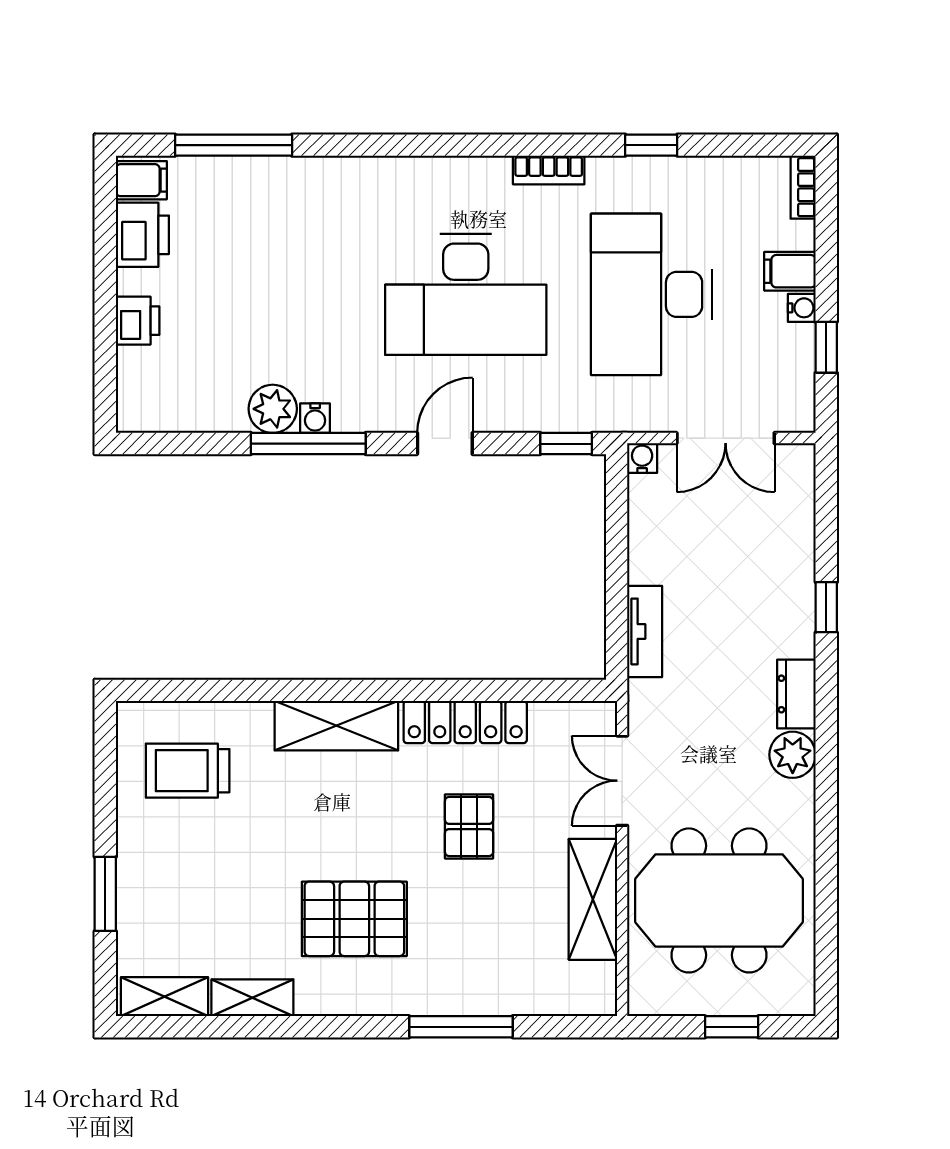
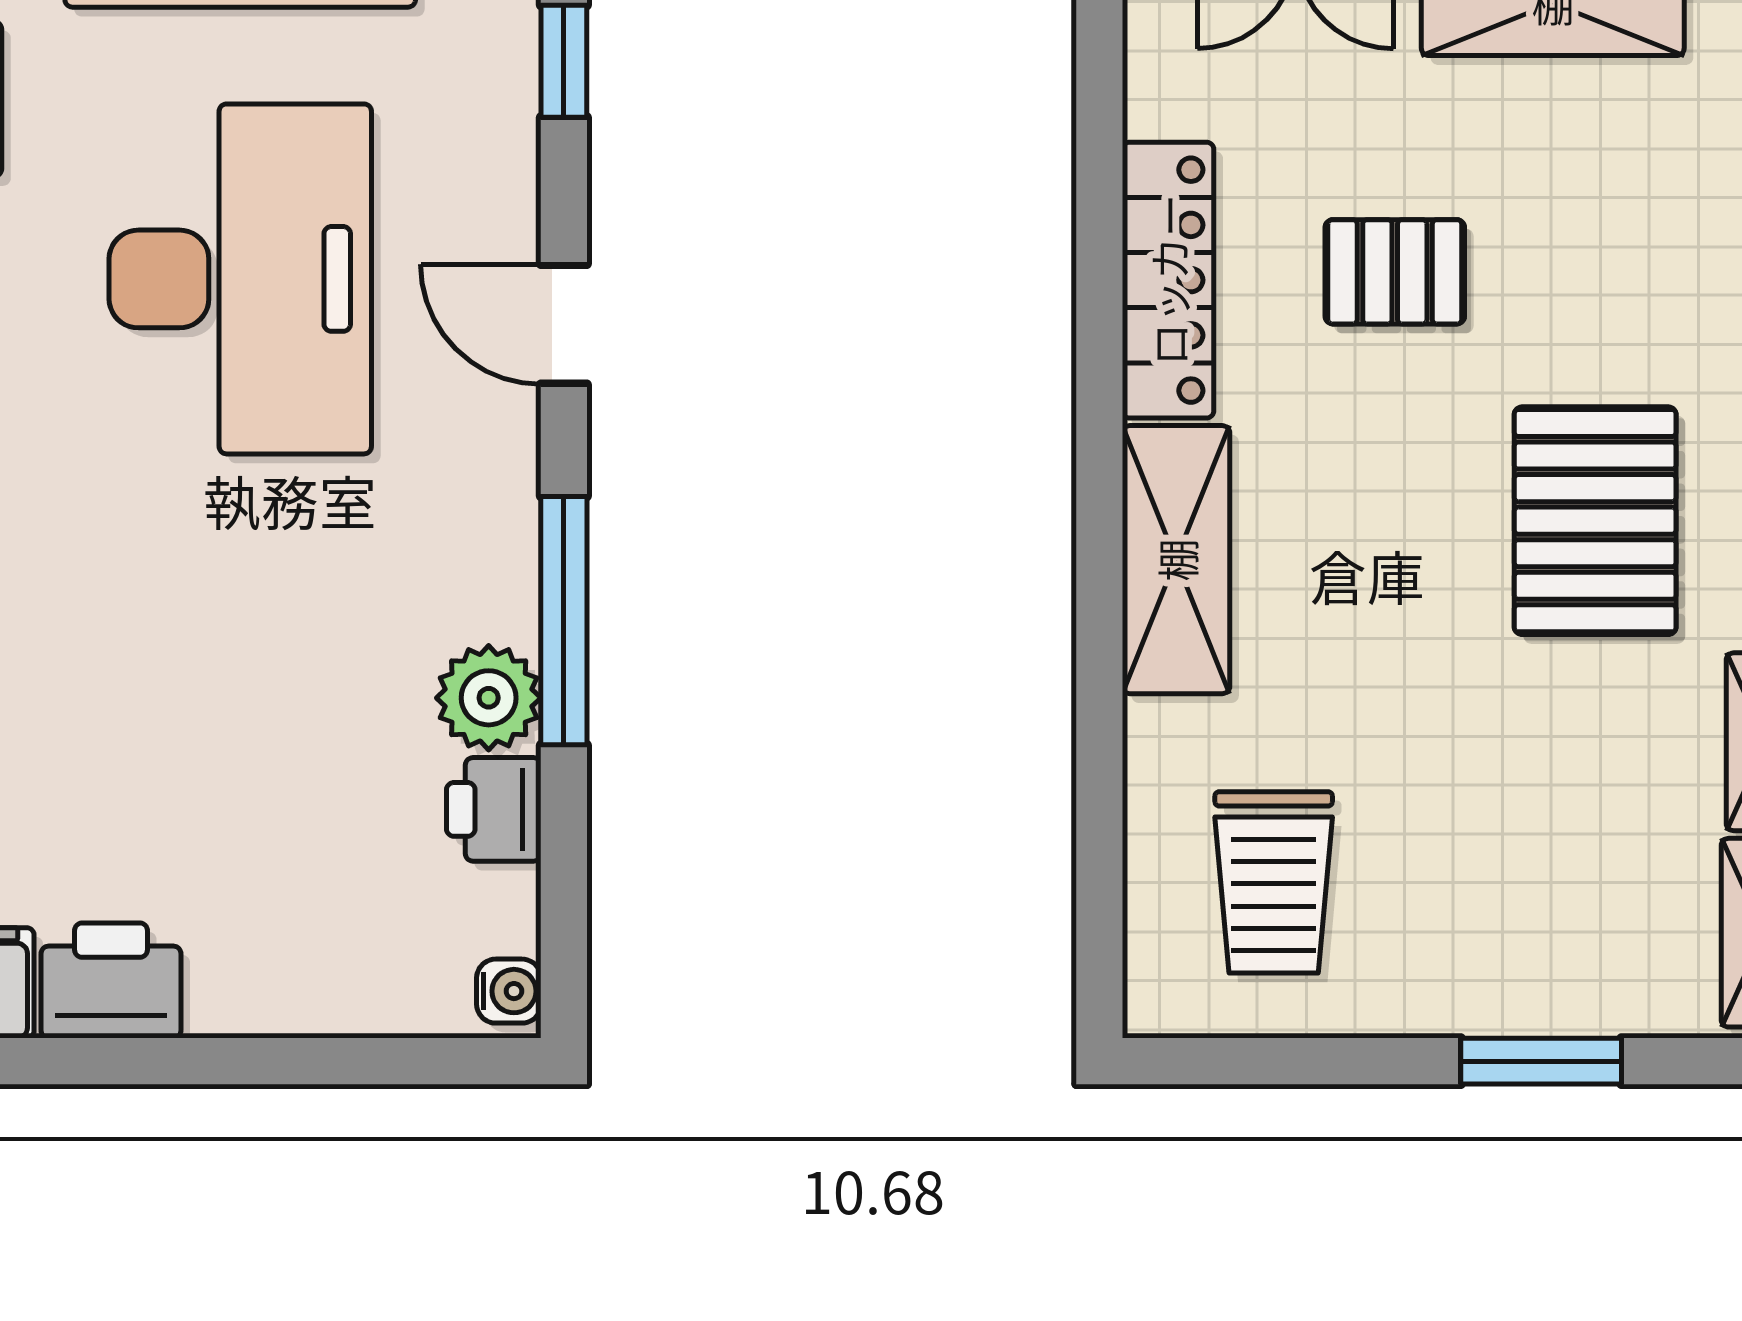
printer: (138, 321) -> (494, 809), moved, turned -90
water cooler: (315, 418) -> (509, 991), moved

